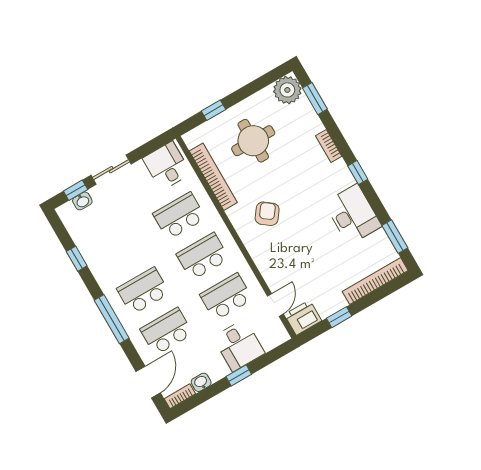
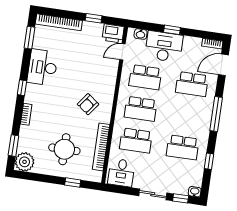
washbasin: (82, 201) -> (195, 192), moved
school desk: (143, 291) -> (183, 147), moved
desk: (239, 345) -> (164, 47), width x1.37
washbasin: (201, 382) -> (141, 34), moved

